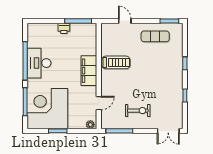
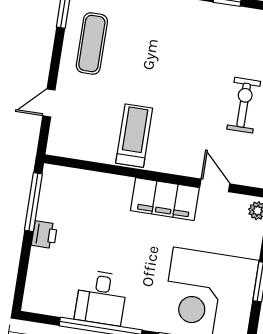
desk: (39, 63) -> (101, 298), width x0.73
filing cabinet: (89, 71) -> (165, 199), moved

